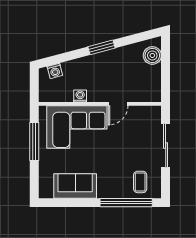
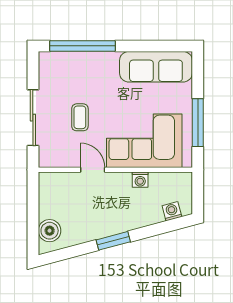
door: (118, 104) -> (93, 170), hinge flipped
coffee table: (140, 182) -> (80, 117), moved
sofa: (75, 186) -> (156, 67), width x1.36

